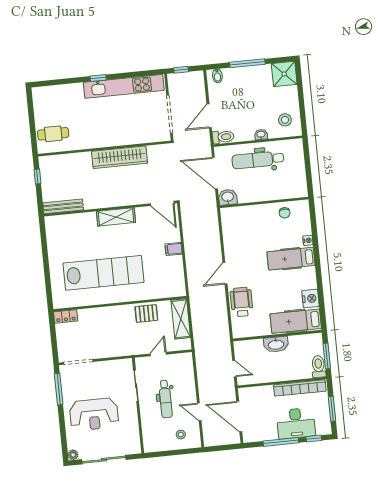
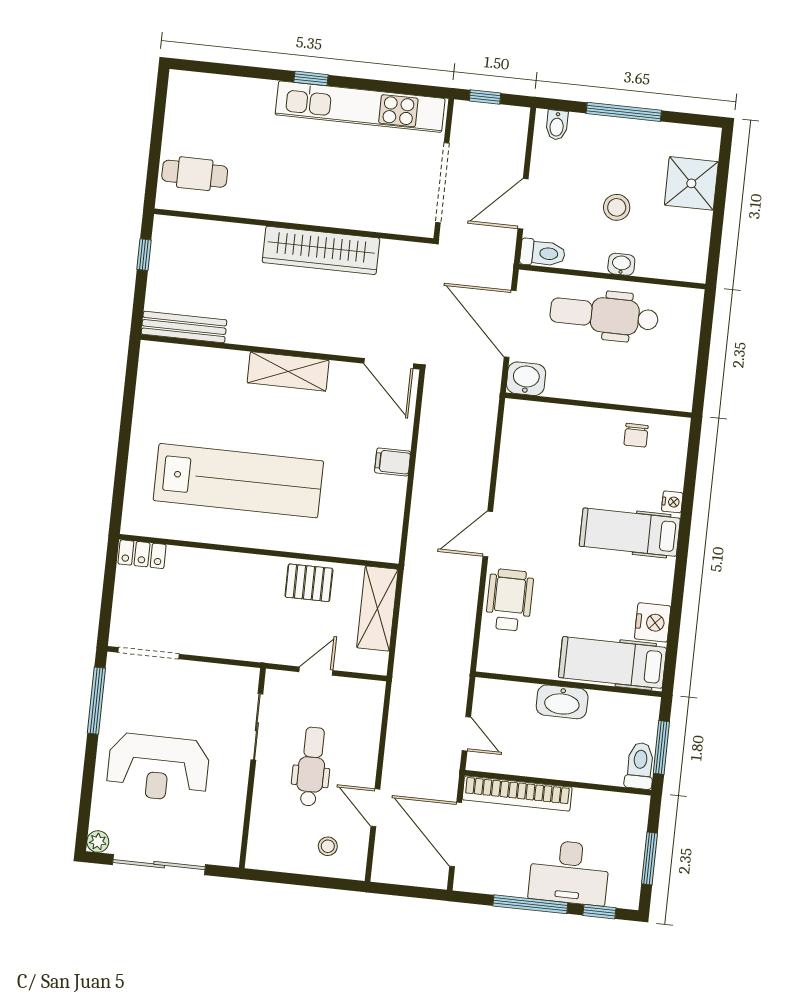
shower: (284, 74) -> (691, 183), moved
stool: (285, 120) -> (617, 207), moved
bookcase: (300, 388) -> (517, 793), moved
dental chair: (165, 399) -> (312, 767), turned 180

